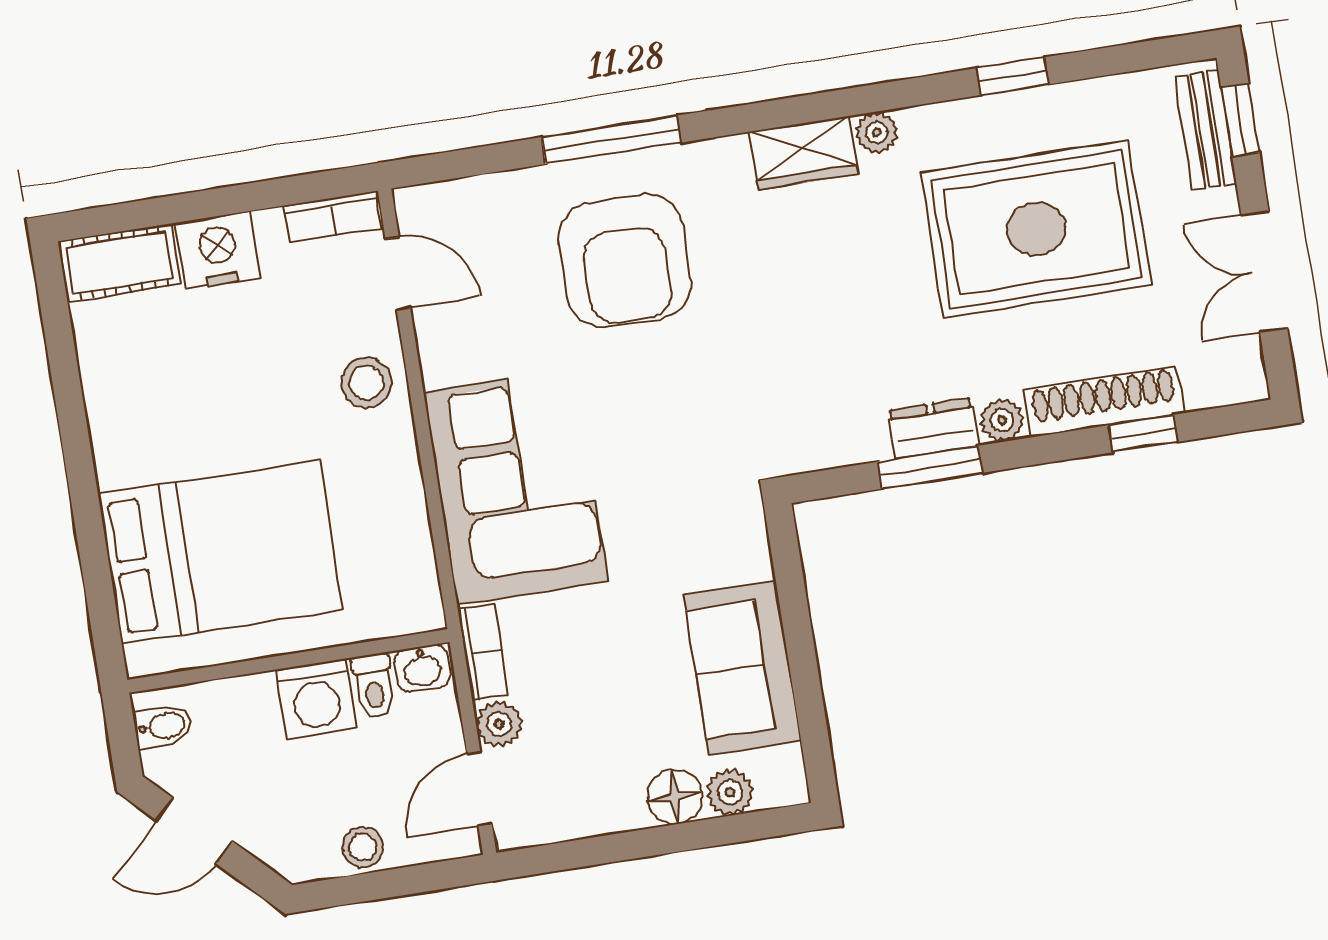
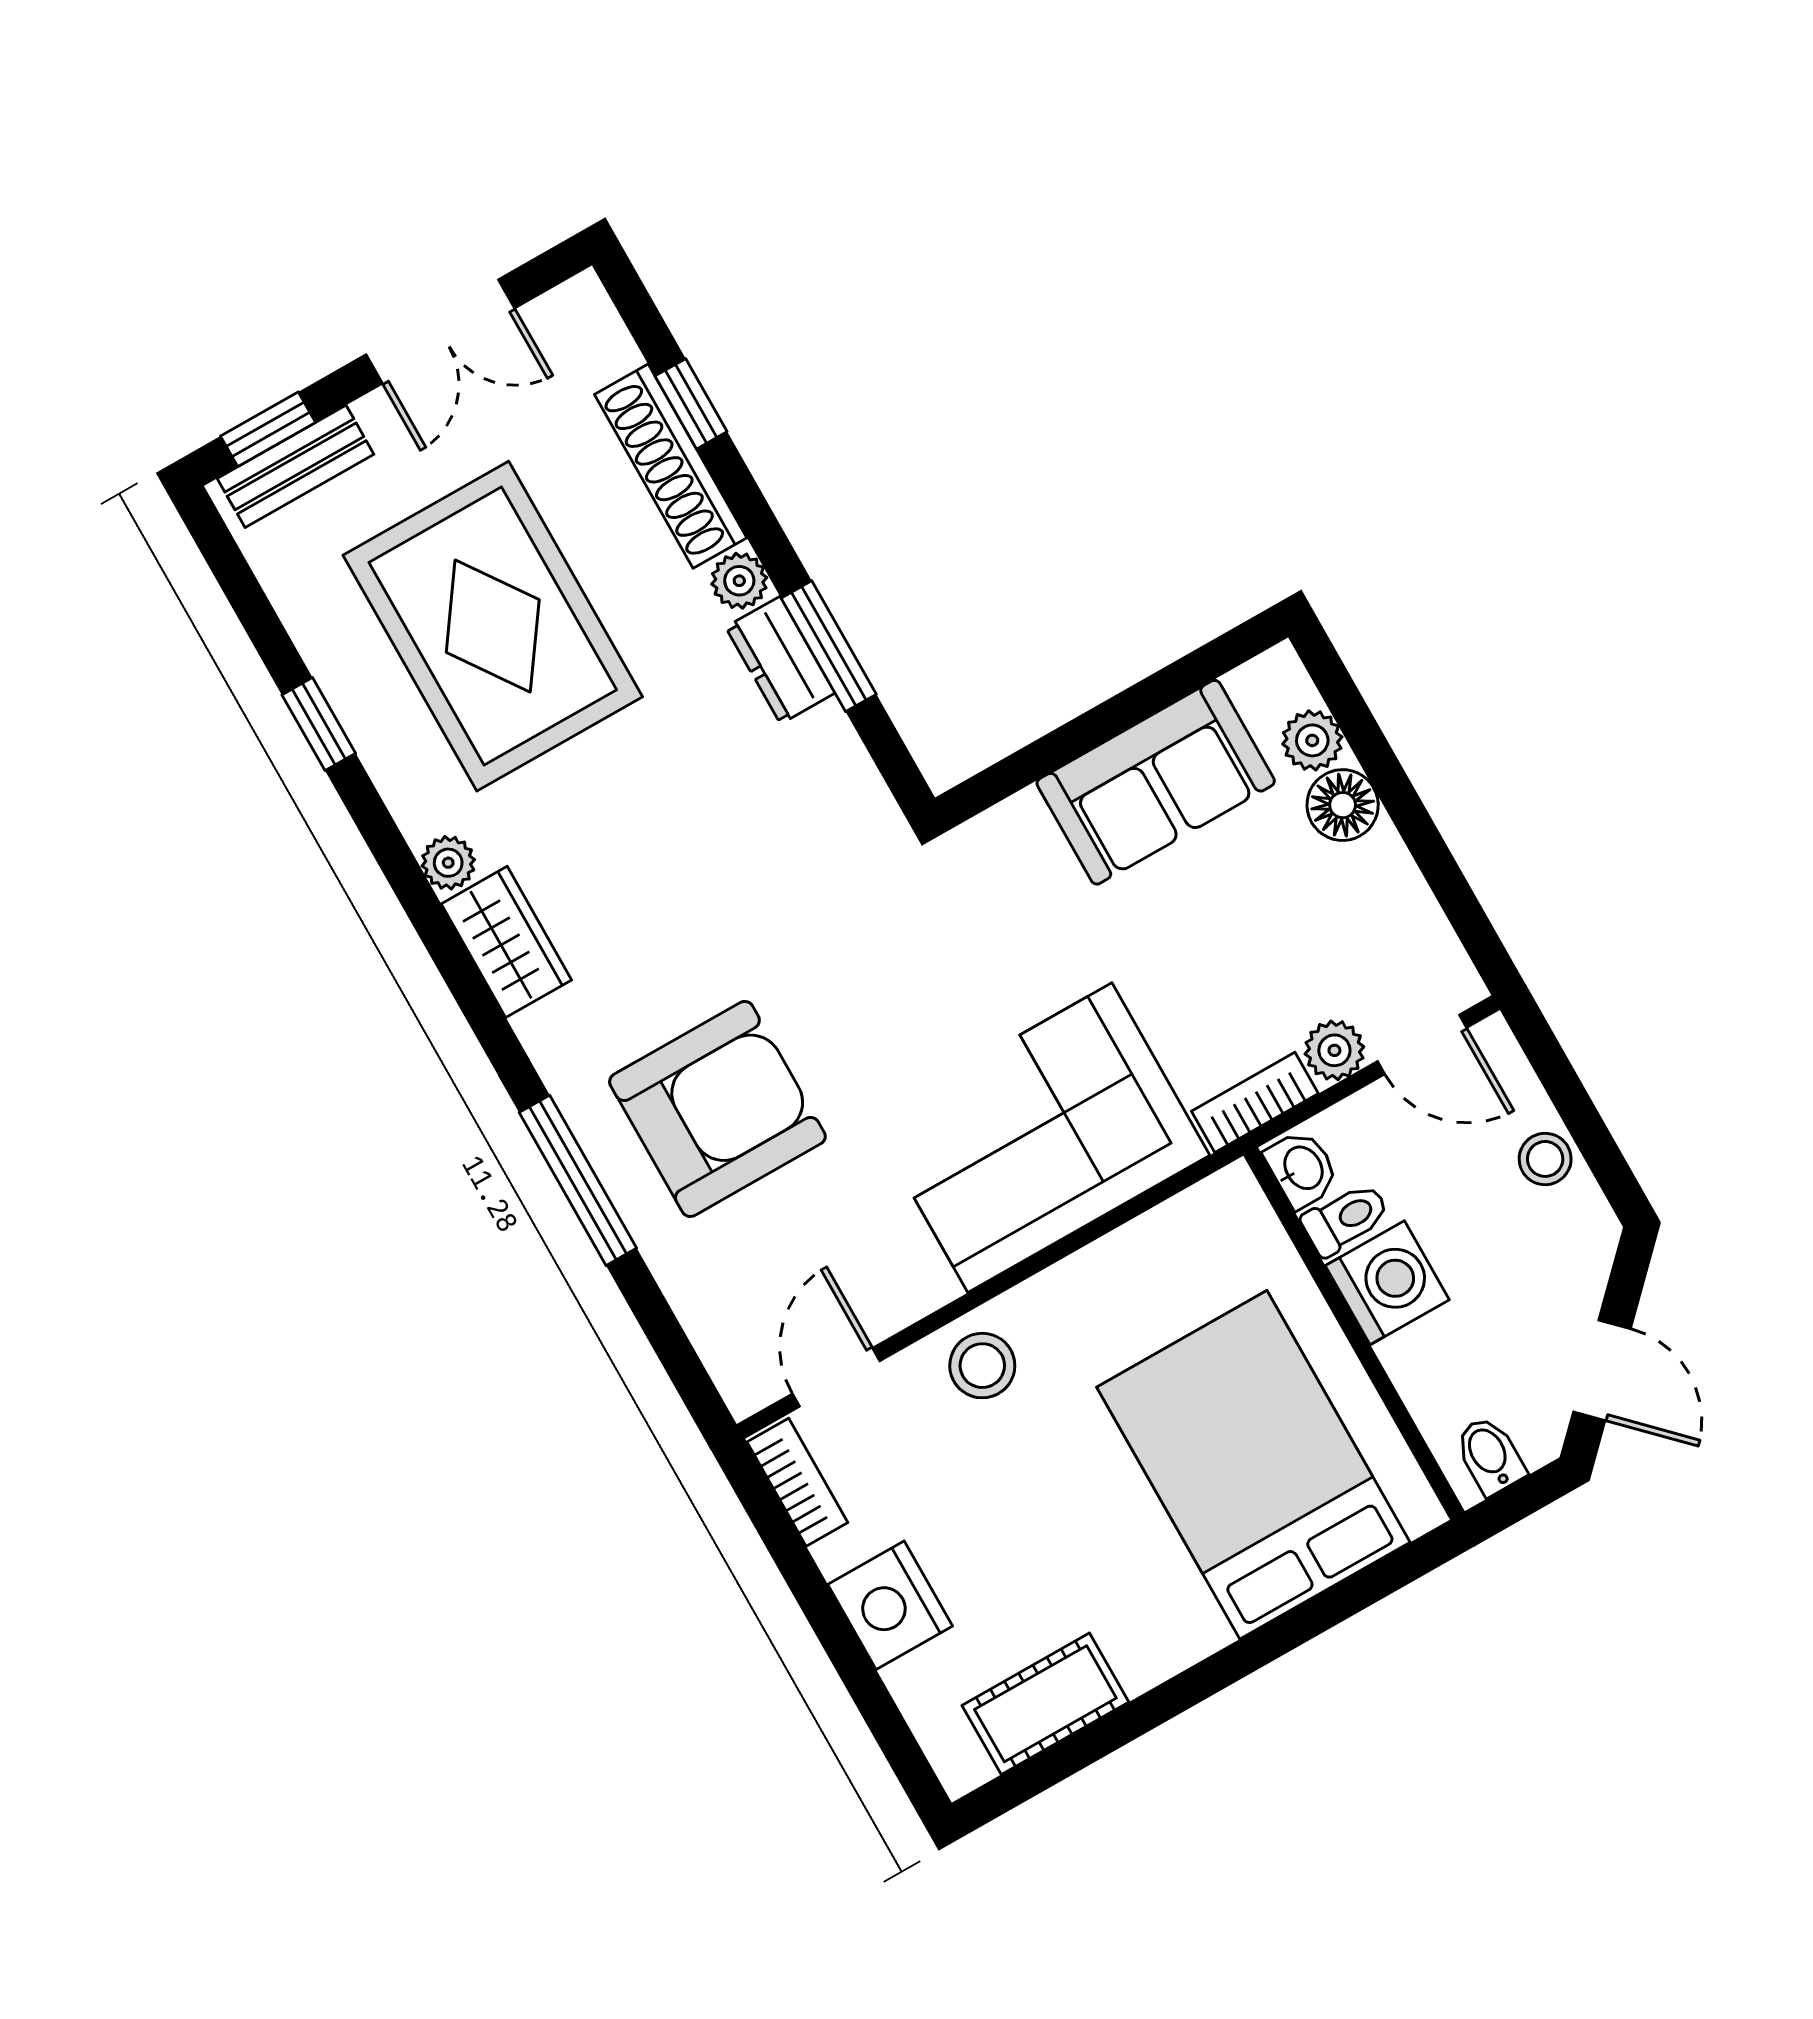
cot: (119, 263) -> (1045, 1704), moved, turned 90

